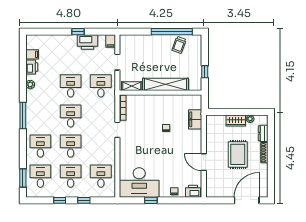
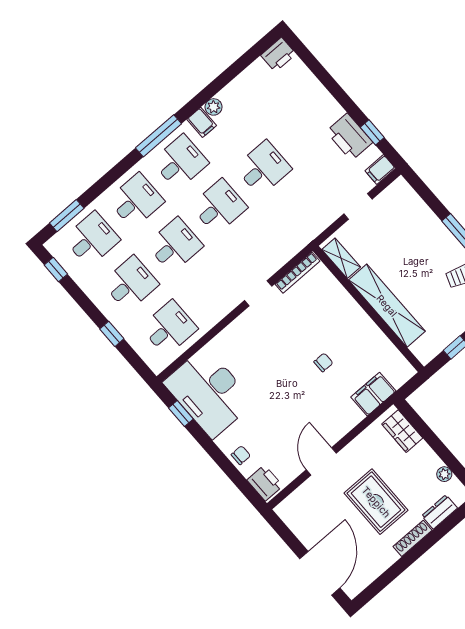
window: (78, 32) -> (372, 132), moved
filing cabinet: (32, 54) -> (202, 122), moved
printer: (32, 67) -> (278, 55), moved
desk: (101, 86) -> (180, 162), moved
wardrobe: (236, 121) -> (402, 431), moved
rug: (238, 154) -> (376, 502), turned 90
window: (60, 200) -> (56, 270), moved
window: (151, 200) -> (181, 413), moved
door: (247, 200) -> (320, 573), hinge flipped

